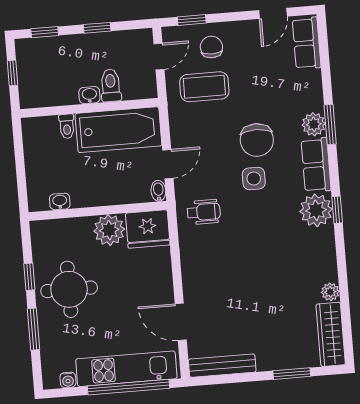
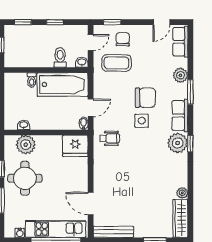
washbasin: (89, 95) -> (82, 62), moved
plant: (314, 124) -> (180, 75), moved
chair: (257, 140) -> (145, 98), turned -90
plant: (109, 230) -> (26, 145), moved

